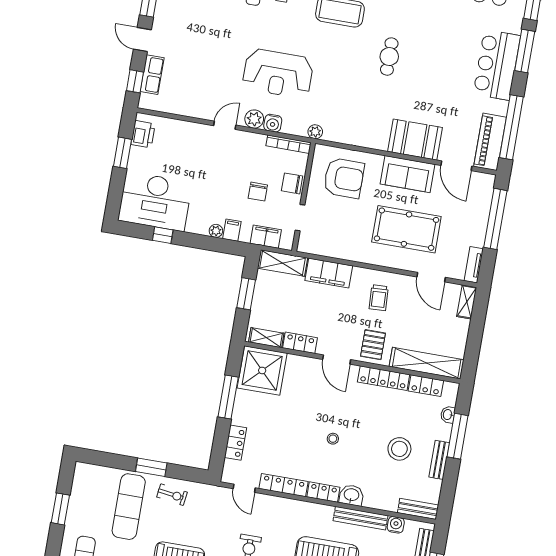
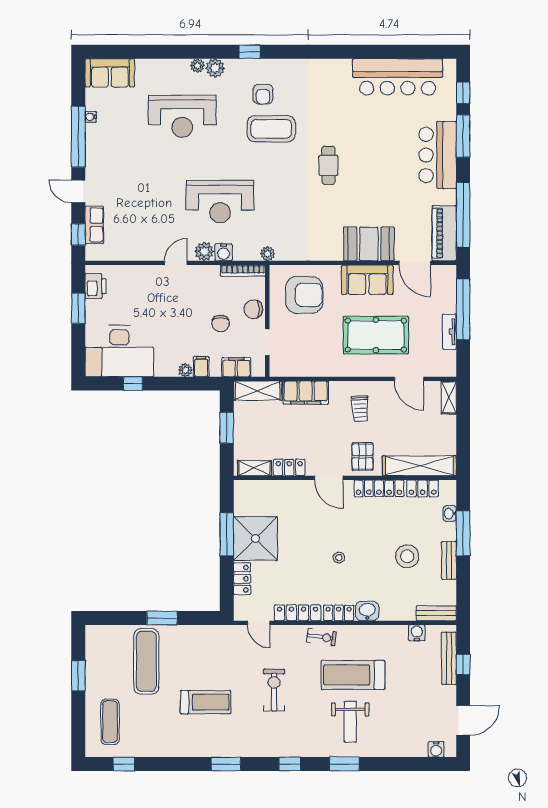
tv unit: (474, 265) -> (449, 332), moved
shower: (262, 370) -> (255, 539), moved
exercise bike: (172, 495) -> (321, 637), moved
bench: (360, 518) -> (380, 632), removed

